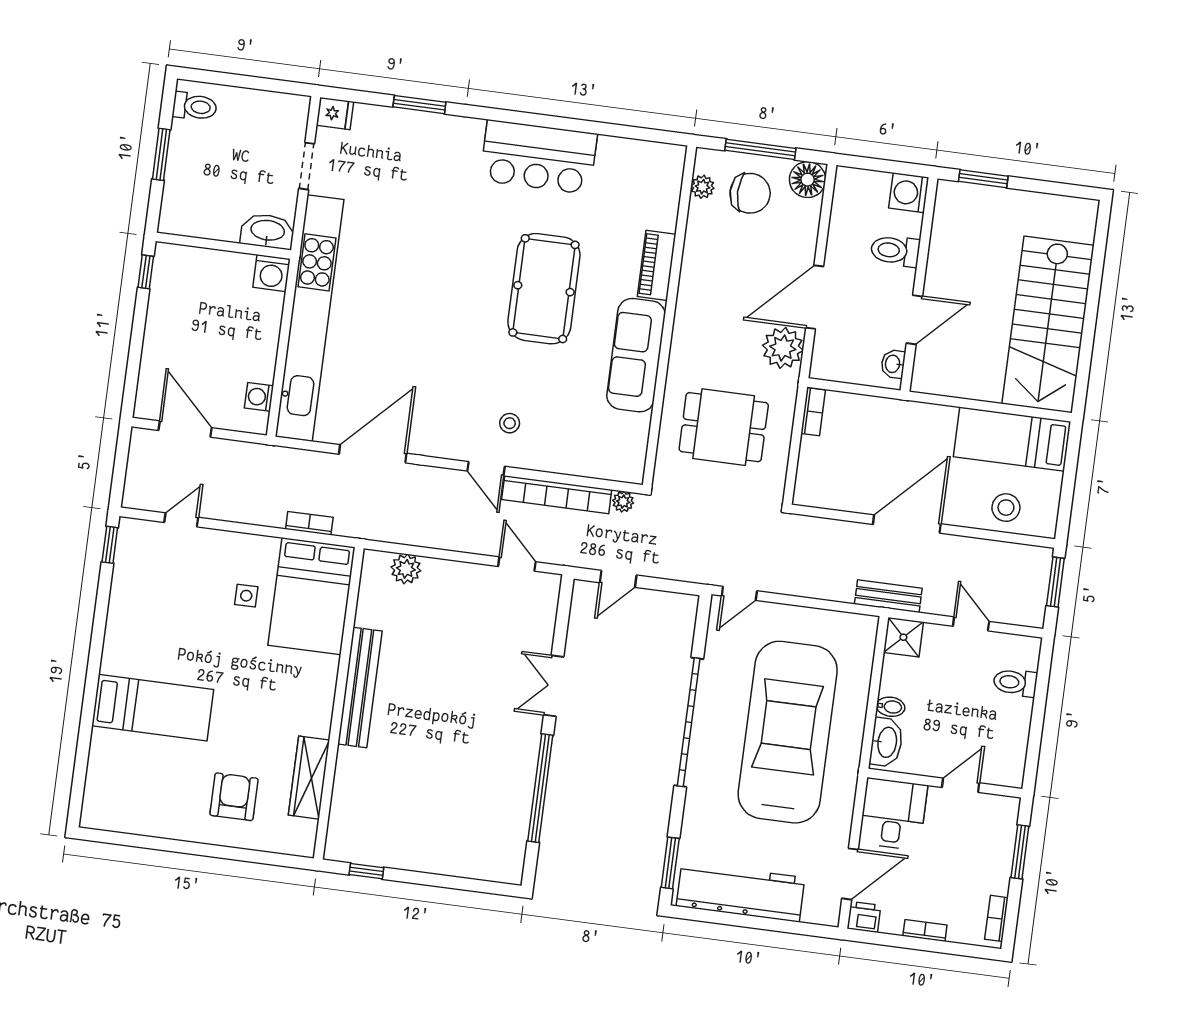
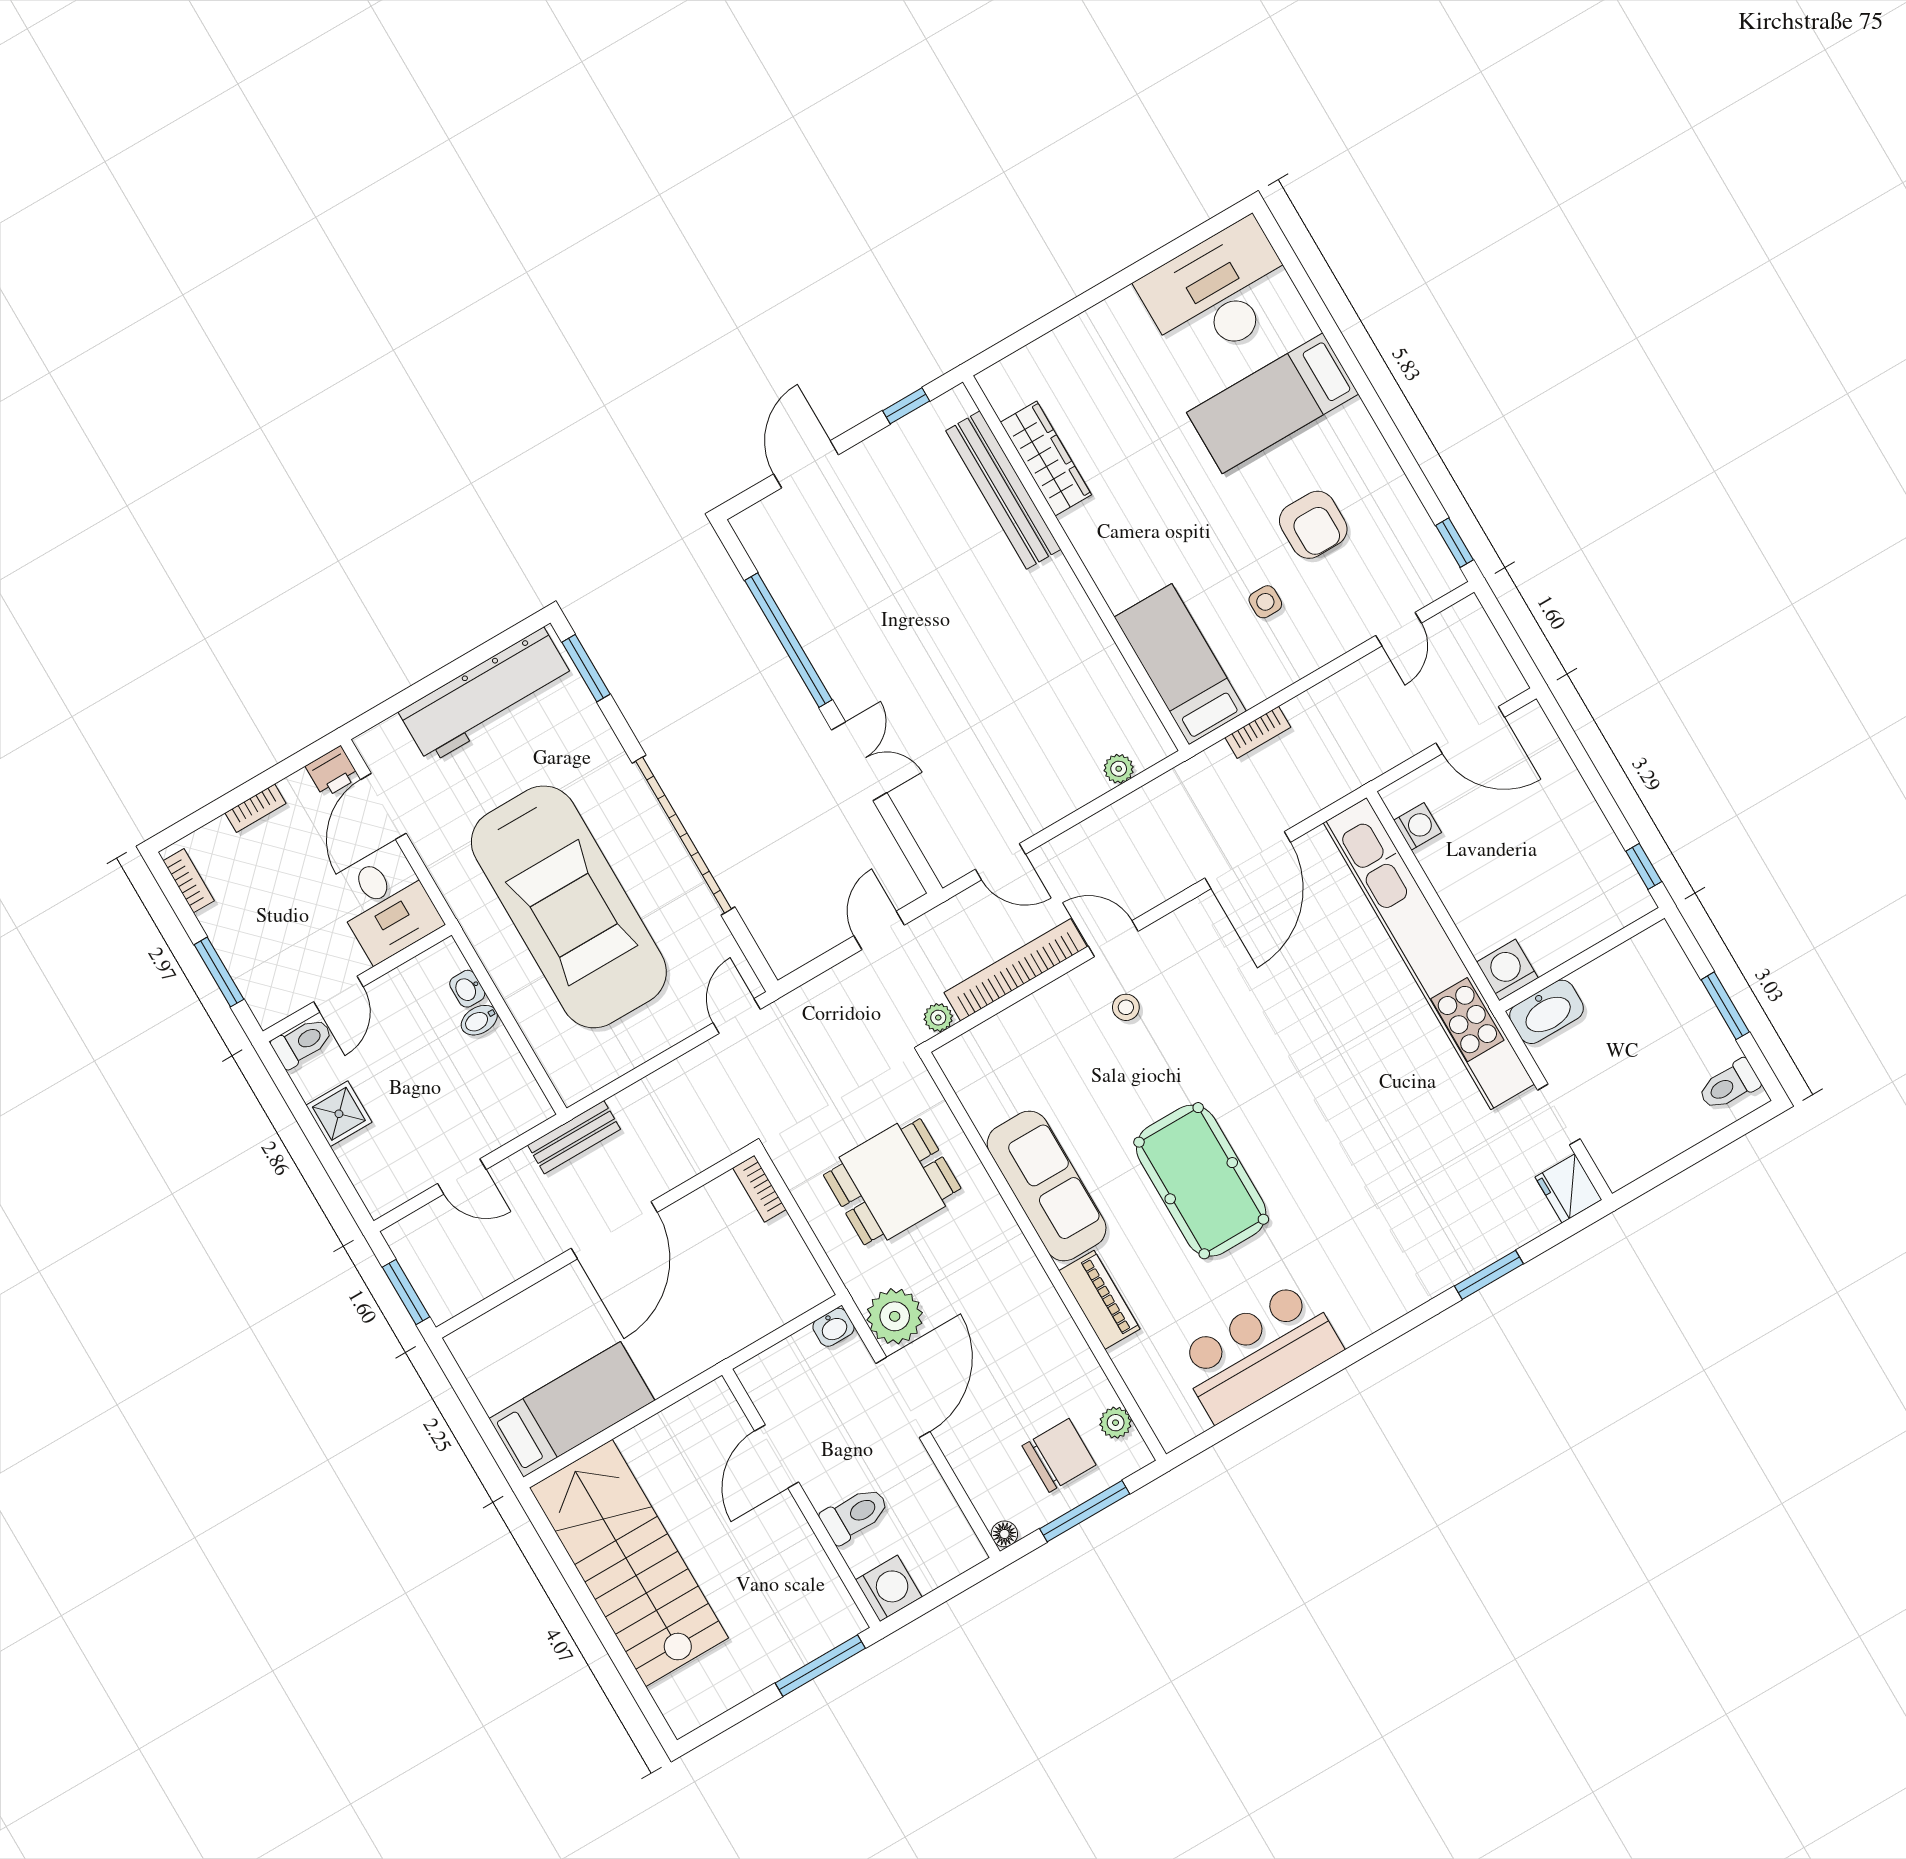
fridge: (335, 113) -> (1568, 1188), width x1.38
bar counter: (539, 157) -> (1259, 1352), moved
window: (983, 179) -> (820, 1666), width x1.44
floor lamp: (808, 180) -> (1004, 1534), width x0.53, depth x0.53
chair: (750, 193) -> (1059, 1455), turned 180
washbasin: (893, 364) -> (833, 1327), moved, turned 90
bookcase: (813, 412) -> (759, 1189), moved
stool: (1006, 508) -> (521, 1331), removed
plant: (406, 569) -> (1119, 769), width x0.73, depth x0.73
bed: (311, 596) -> (1180, 664), width x0.67
shower: (903, 637) -> (339, 1114), moved
toilet: (1015, 683) -> (302, 1042), moved
bench: (360, 687) -> (1003, 490), moved
washbasin: (886, 742) -> (467, 989), width x0.52, depth x0.69
desk: (134, 796) -> (1219, 293), added
armchair: (234, 797) -> (1313, 525), moved
door: (451, 882) -> (806, 464), added

